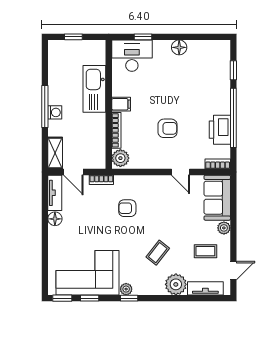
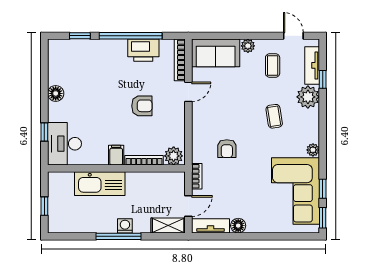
armchair: (168, 128) -> (142, 106), turned 90
bookcase: (218, 164) -> (180, 60), width x1.56
coffee table: (158, 253) -> (274, 116), turned 43
window: (129, 298) -> (323, 79), moved

